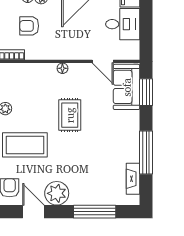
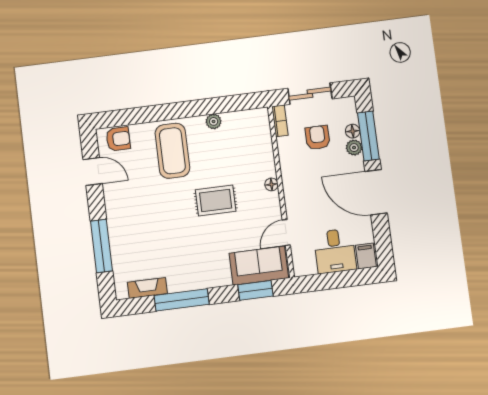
plant: (57, 193) -> (118, 197), removed
door: (33, 212) -> (93, 171), hinge flipped

